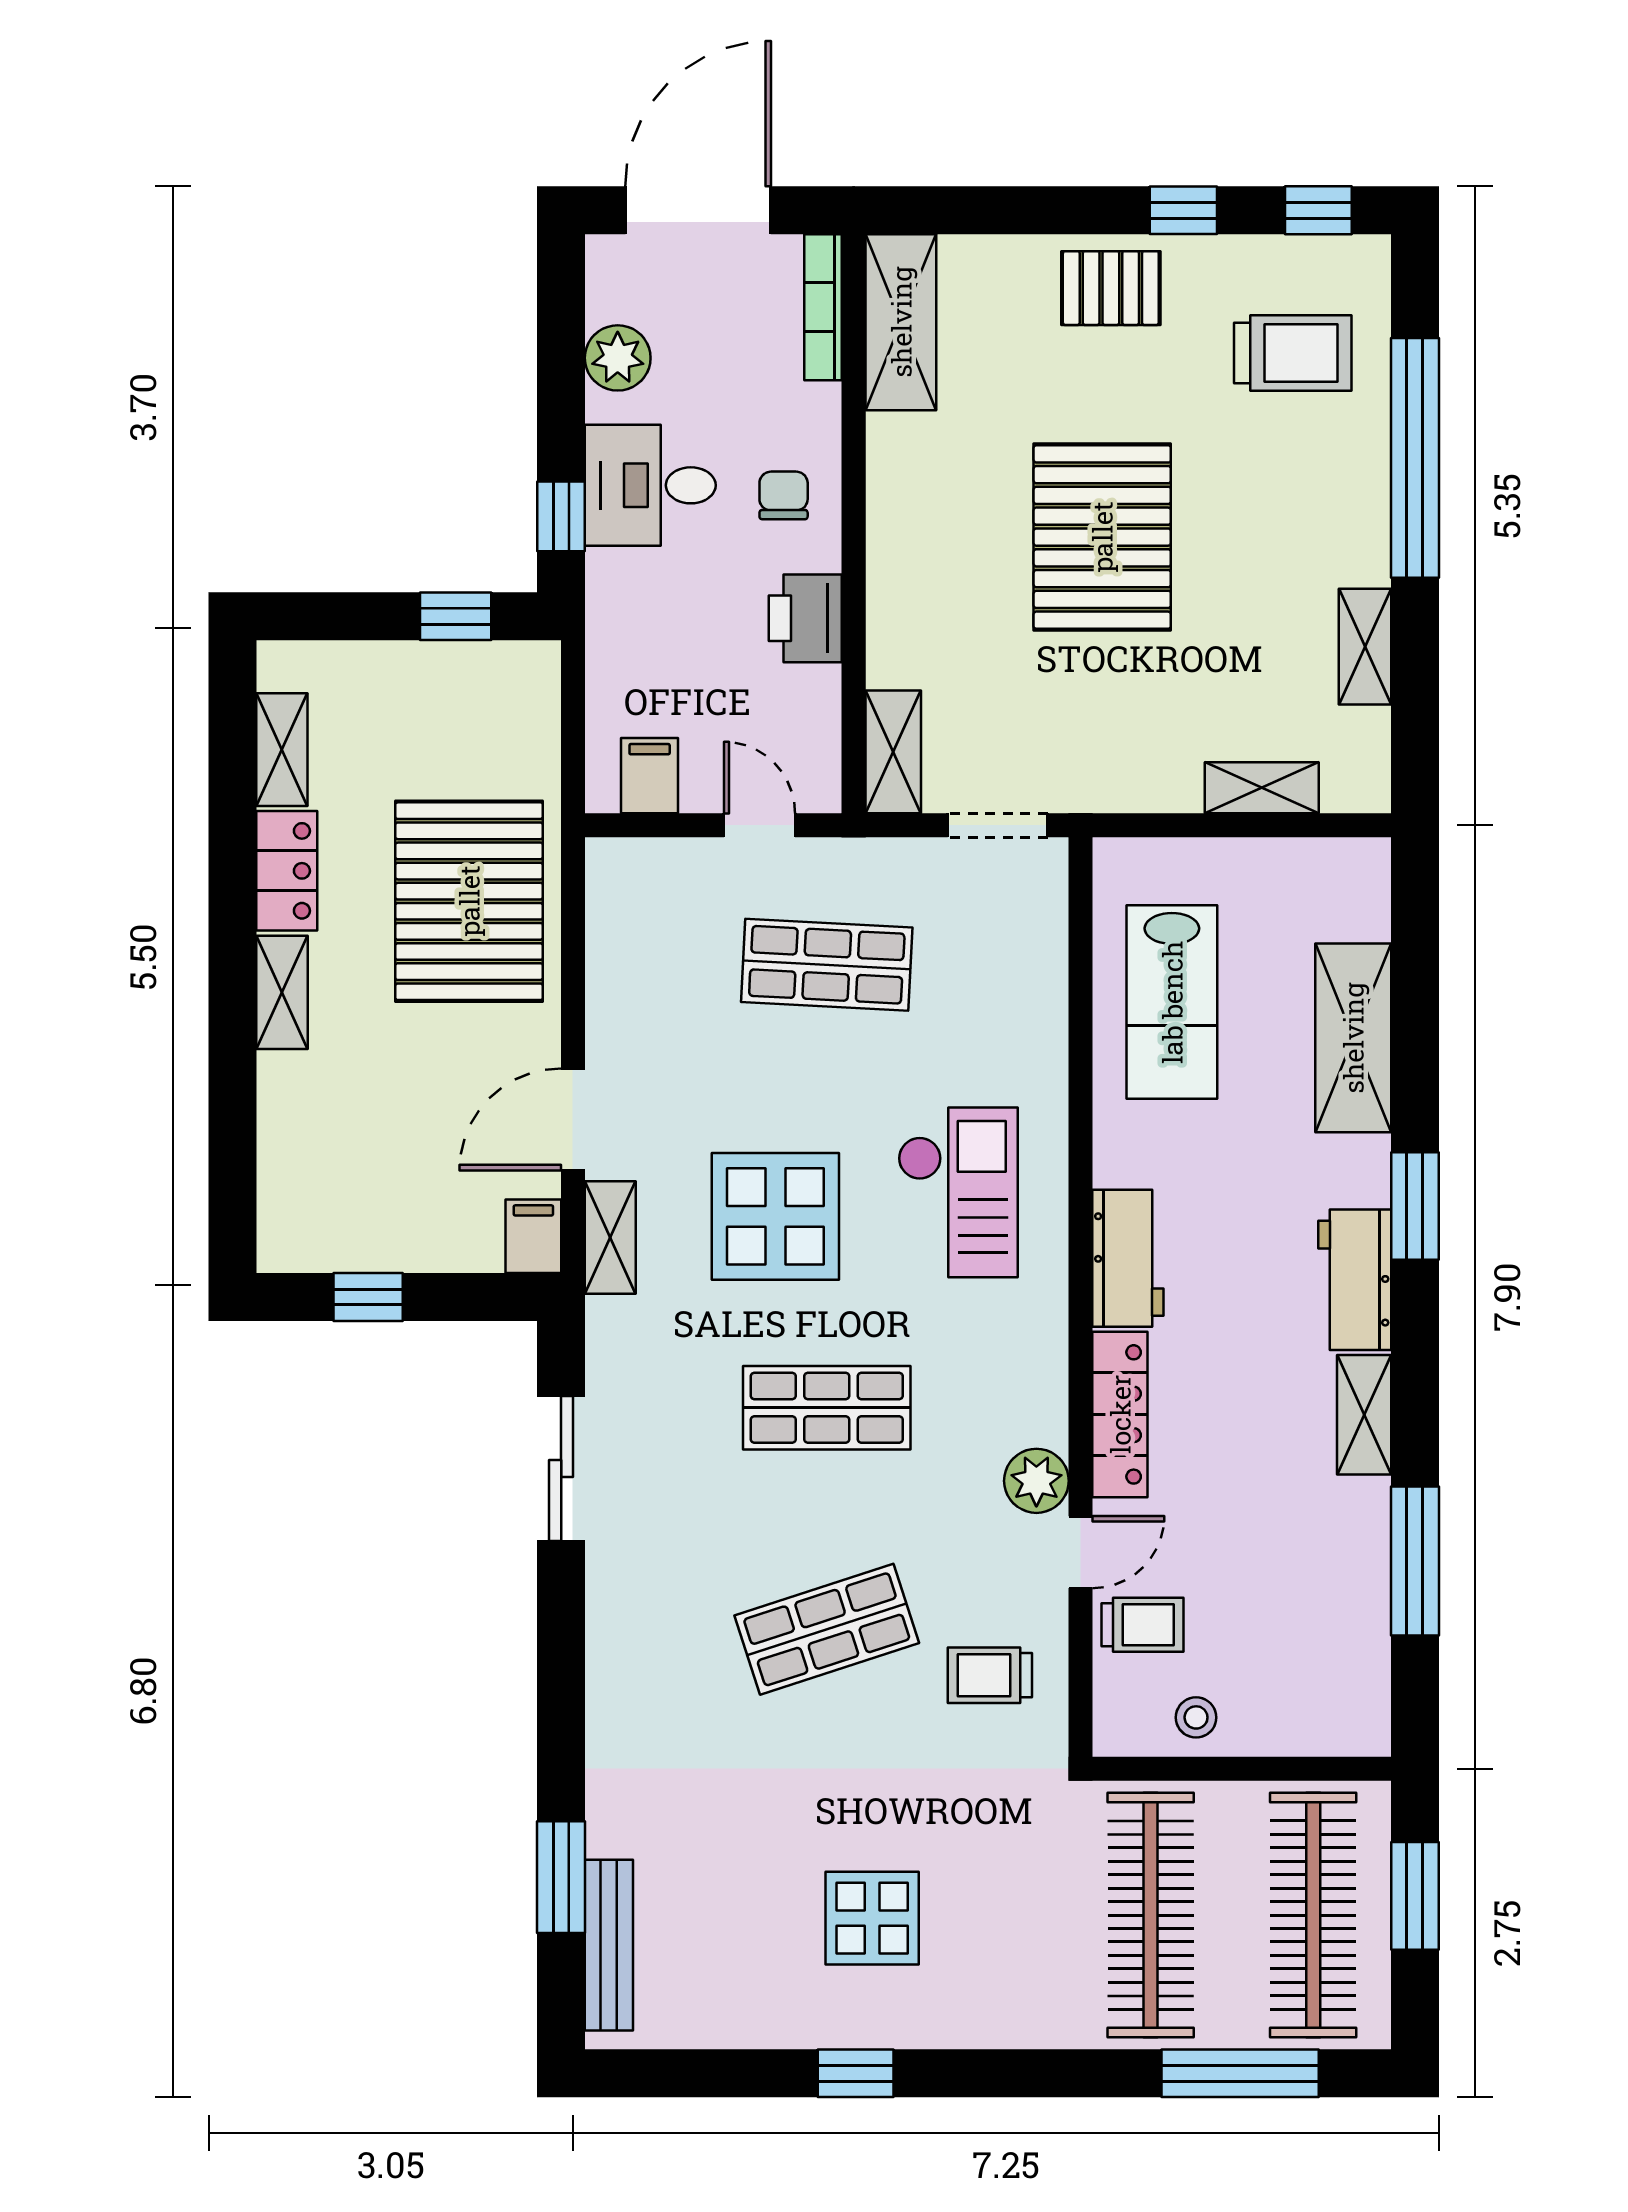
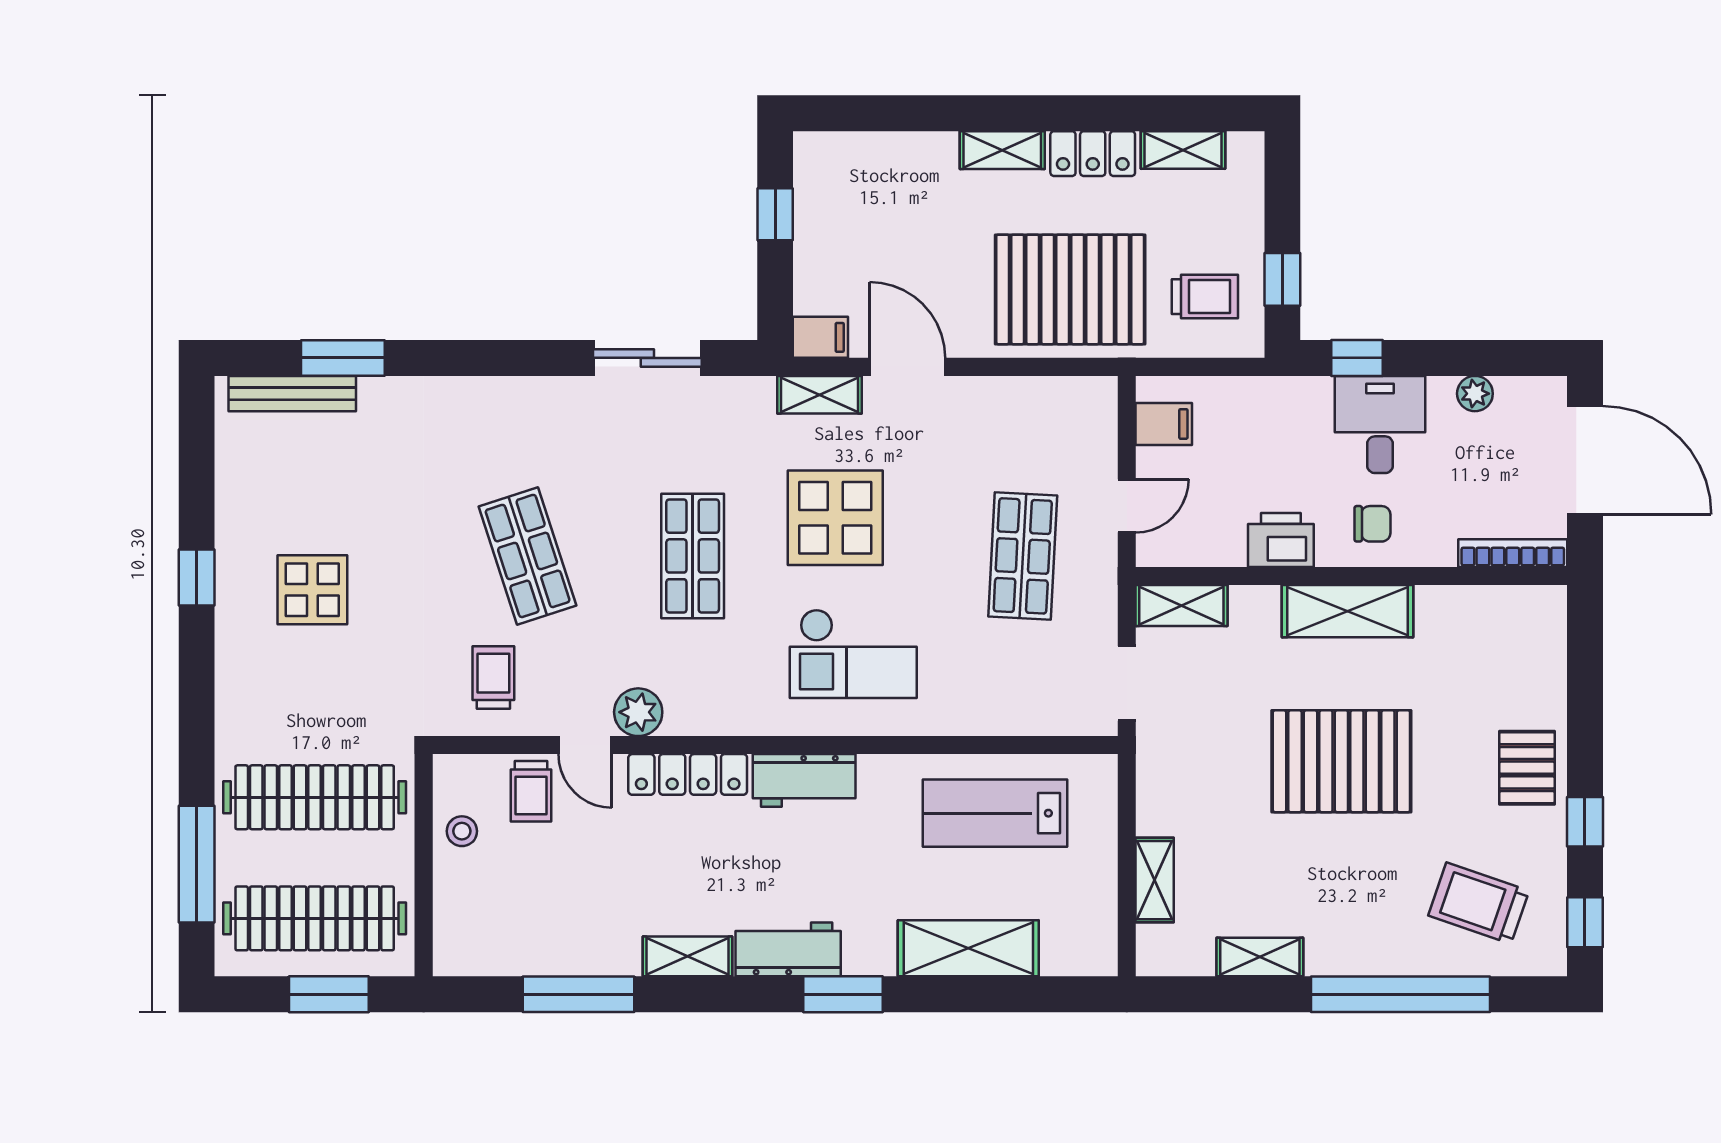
shelving: (901, 322) -> (1348, 611), moved
trolley: (1293, 353) -> (1479, 903), turned 109
plant: (618, 358) -> (1475, 394), width x0.73, depth x0.73
trolley: (479, 720) -> (1205, 297), added

